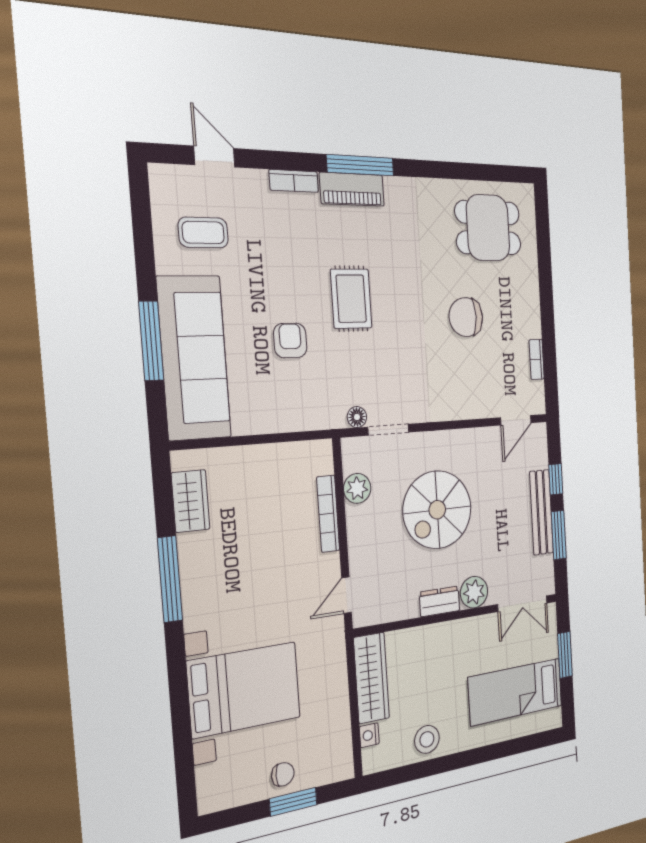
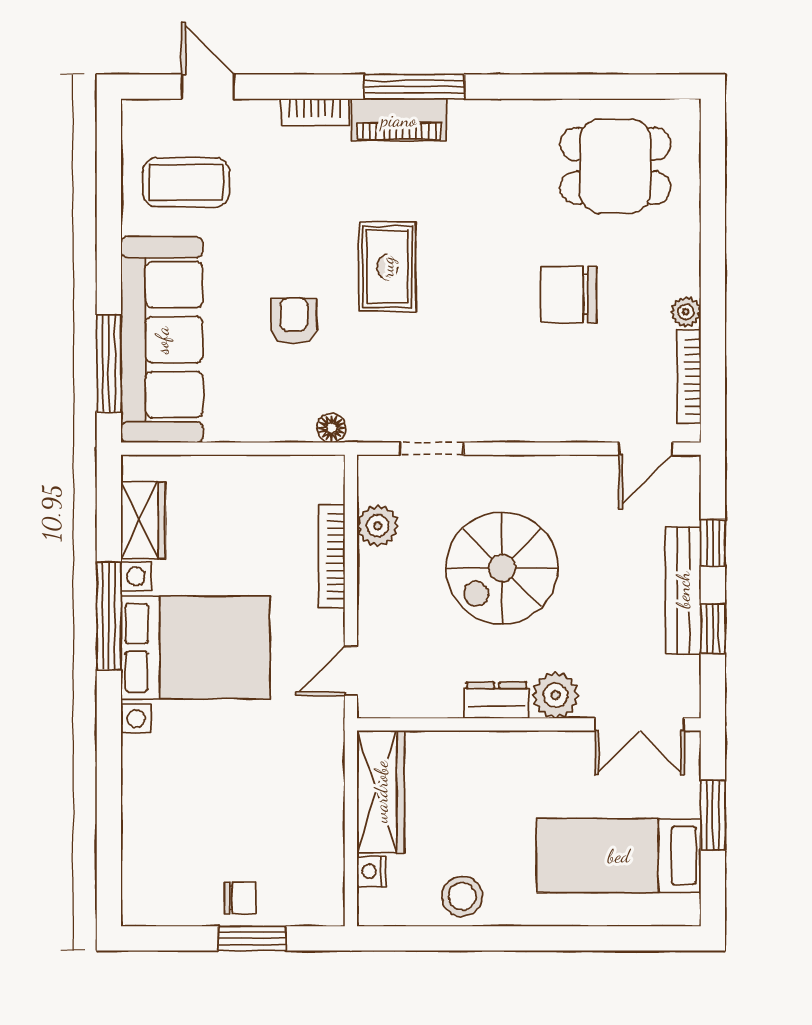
coffee table: (203, 233) -> (186, 182), width x1.36, depth x1.30
plant: (533, 327) -> (686, 312), added
window: (151, 341) -> (109, 363), moved
bookcase: (537, 359) -> (689, 377), width x1.56
floor lamp: (357, 417) -> (332, 428), moved
window: (559, 535) -> (713, 629), width x0.67
bed with nightstands: (244, 690) -> (195, 647), moved

